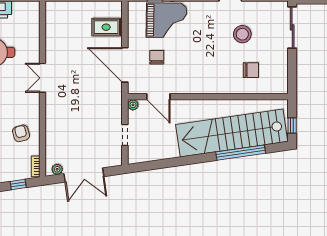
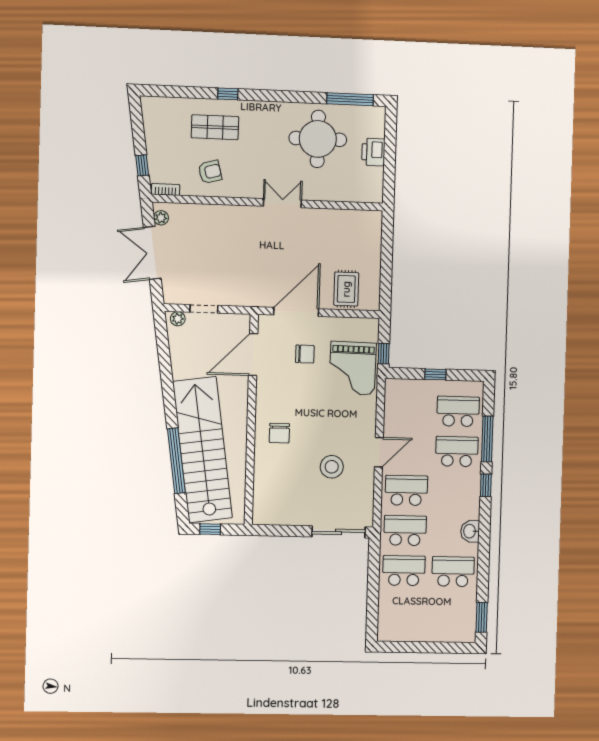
chair: (251, 70) -> (279, 433), moved
door: (158, 97) -> (253, 355), width x1.36
plant: (133, 105) -> (178, 319), moved

